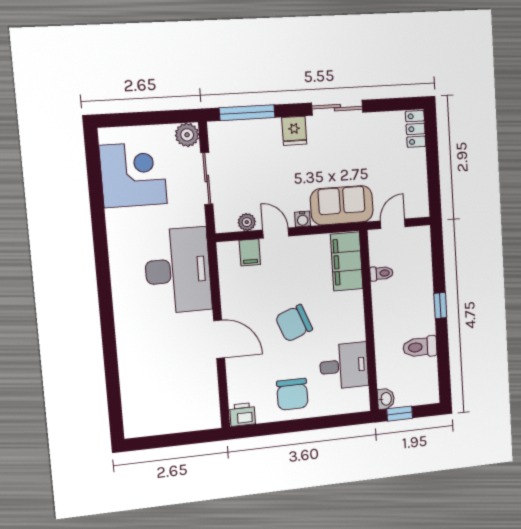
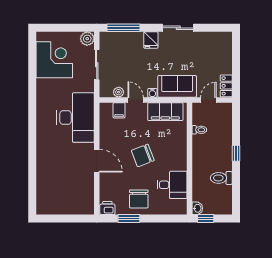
locker: (416, 129) -> (226, 86), moved
filing cabinet: (347, 261) -> (165, 112), moved, turned -90
window: (279, 428) -> (129, 219), added

